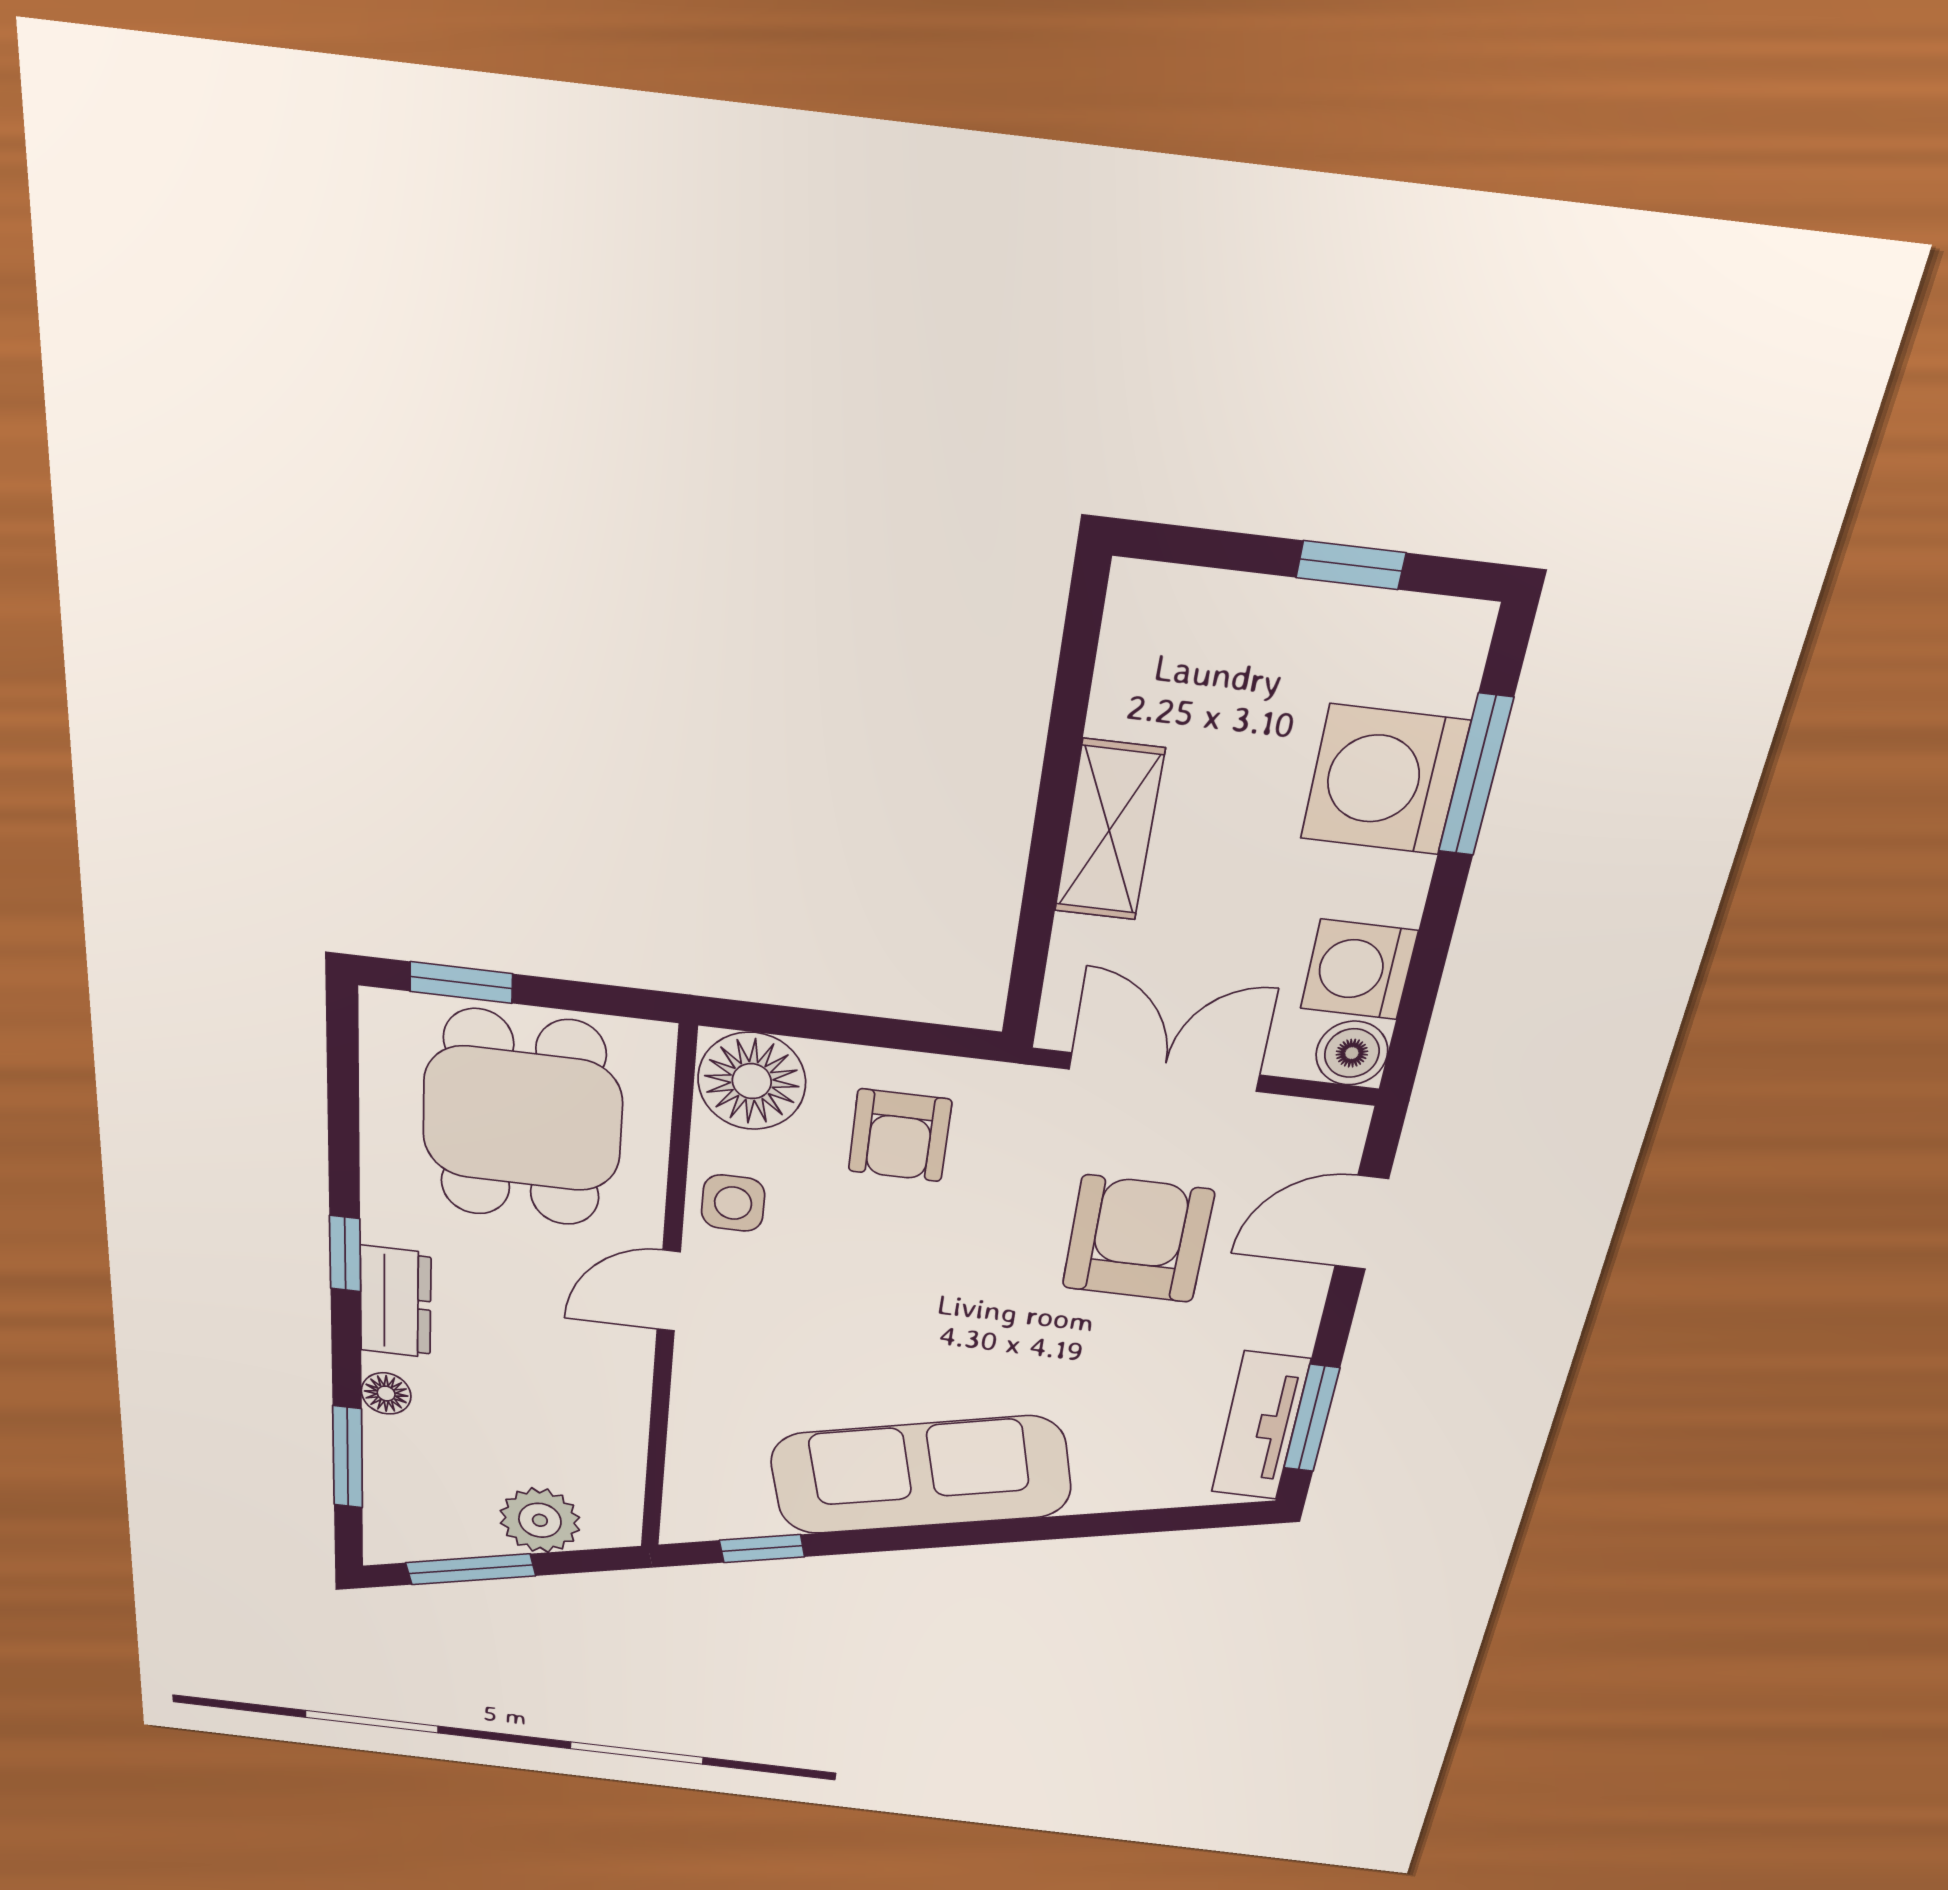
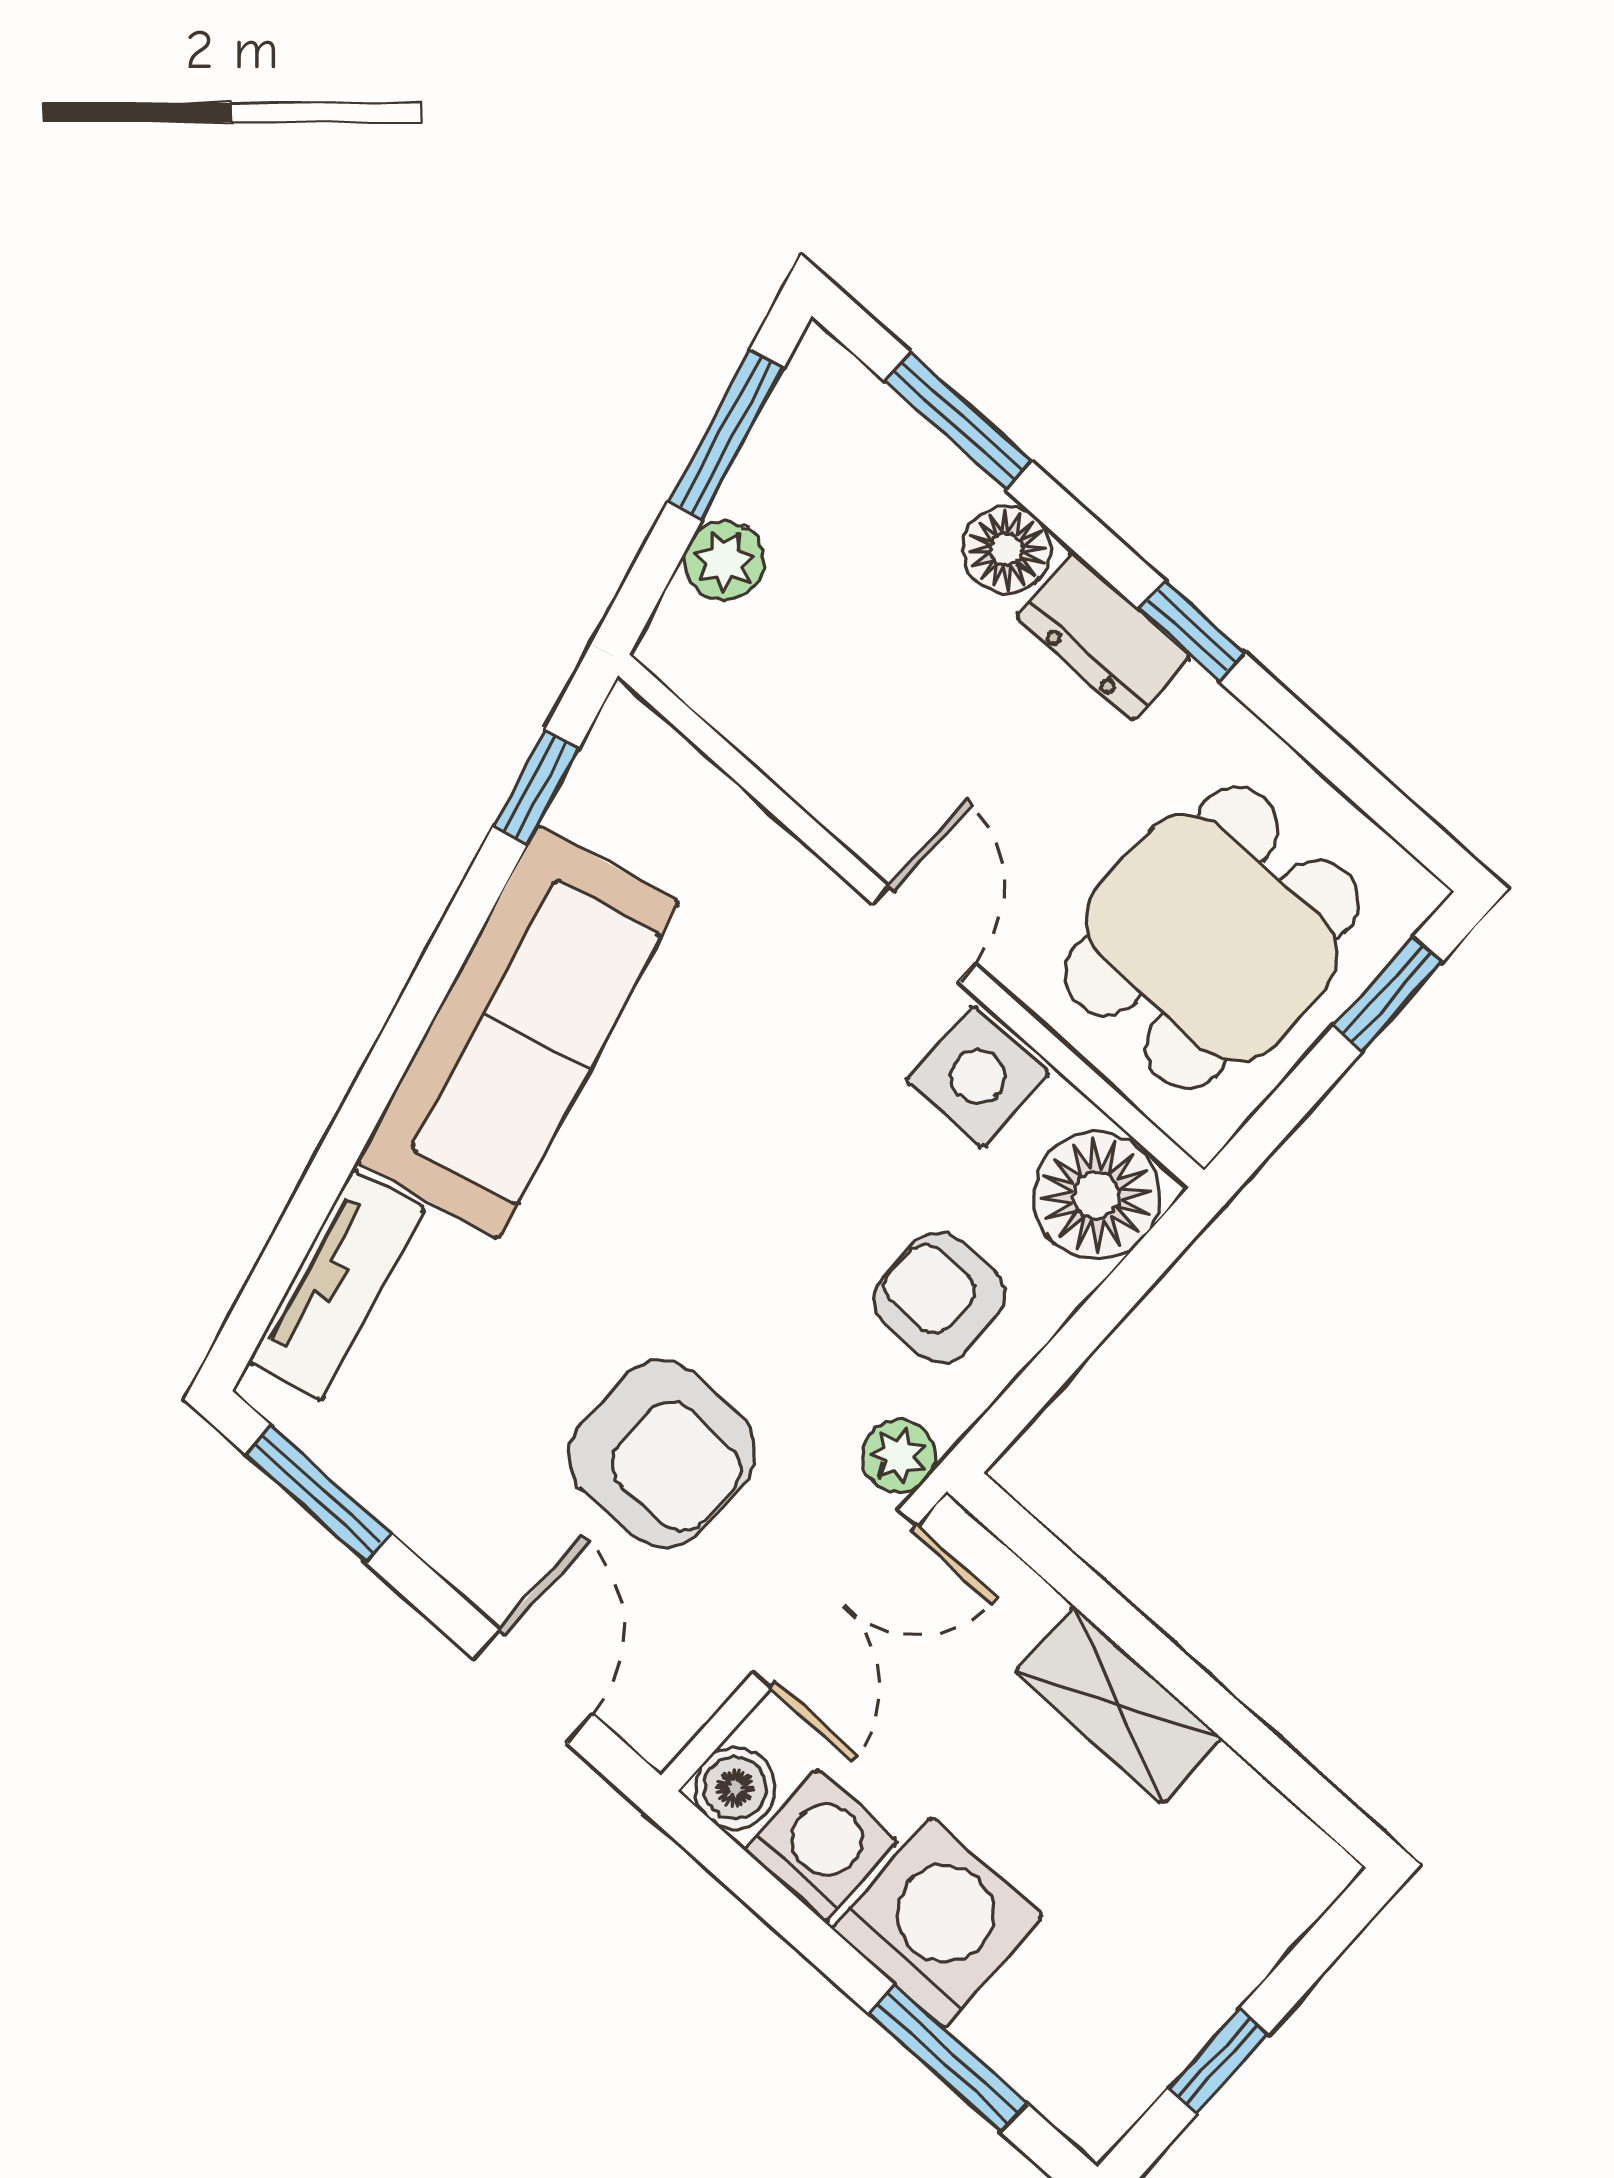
washing machine: (1385, 780) -> (937, 1922), moved
plant: (1031, 1094) -> (899, 1456), added
dining table: (522, 1119) -> (1212, 938), turned 90
side table: (733, 1203) -> (978, 1077), width x1.37, depth x1.37
floor lamp: (386, 1393) -> (1007, 549), width x1.37, depth x1.37
tv unit: (1260, 1426) -> (337, 1285), moved, turned 76
plant: (540, 1520) -> (724, 561), width x0.73, depth x0.73

